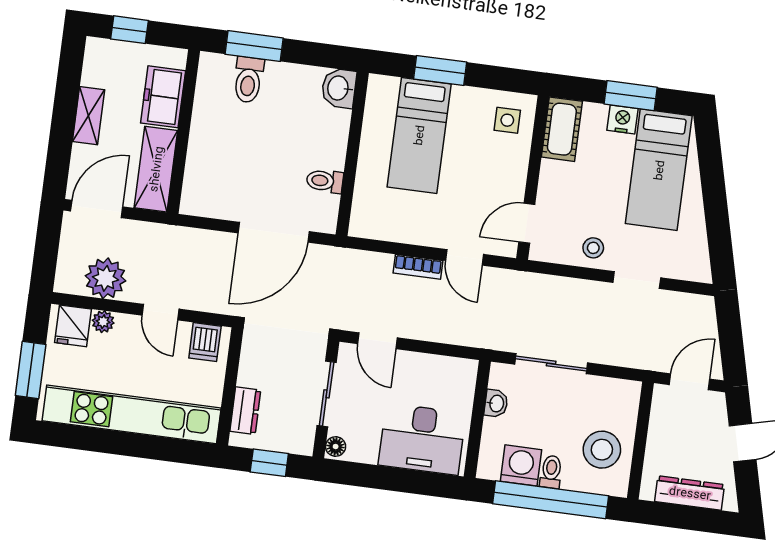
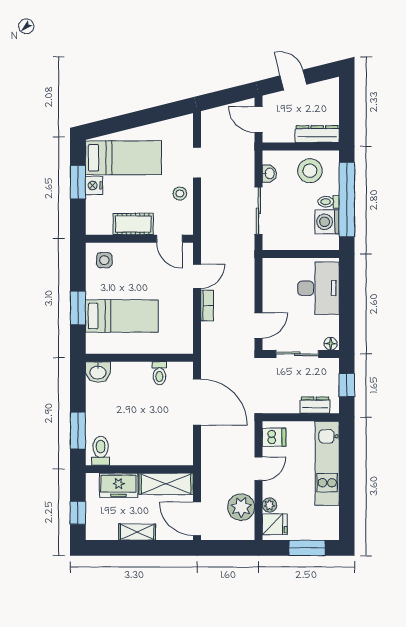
toilet: (248, 80) -> (101, 451), moved, turned -90
cot: (562, 129) -> (133, 224), moved
washbasin: (496, 403) -> (269, 173), moved, turned 90
kitchen unit: (132, 414) -> (327, 463), width x0.73
dresser: (690, 493) -> (317, 134), moved, turned 90

